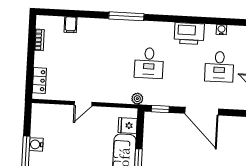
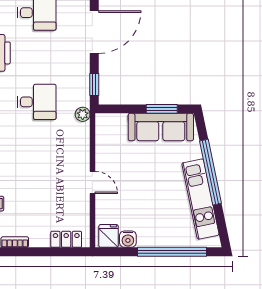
fridge: (128, 125) -> (109, 236), moved, turned 180
water cooler: (36, 144) -> (128, 239), moved

